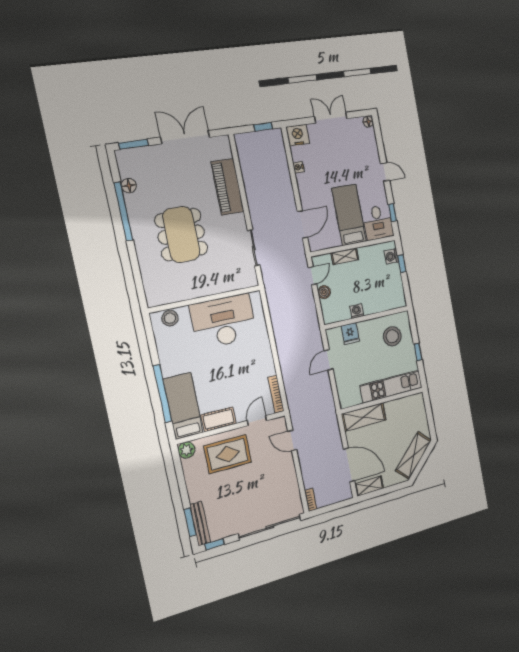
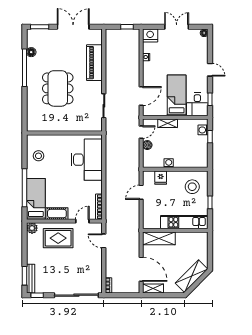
stool: (170, 318) -> (38, 156), moved
desk: (224, 321) -> (87, 160), moved, turned 90

